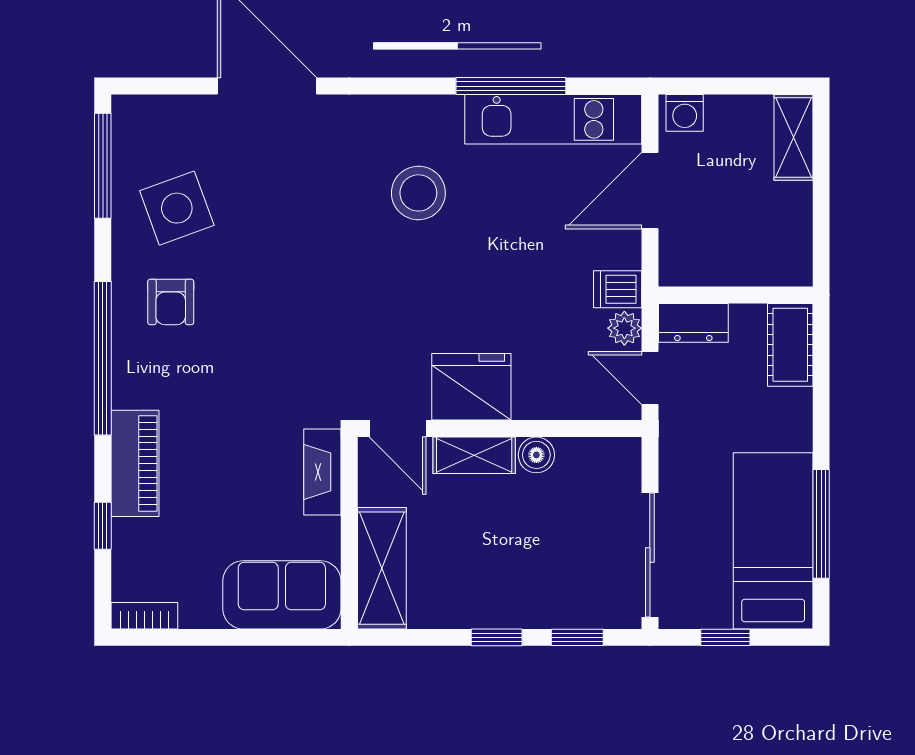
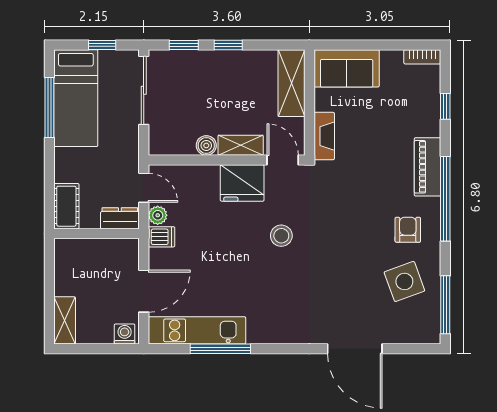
stool: (418, 193) -> (281, 236), moved, width x0.73, depth x0.73
piano: (135, 463) -> (427, 167), moved

